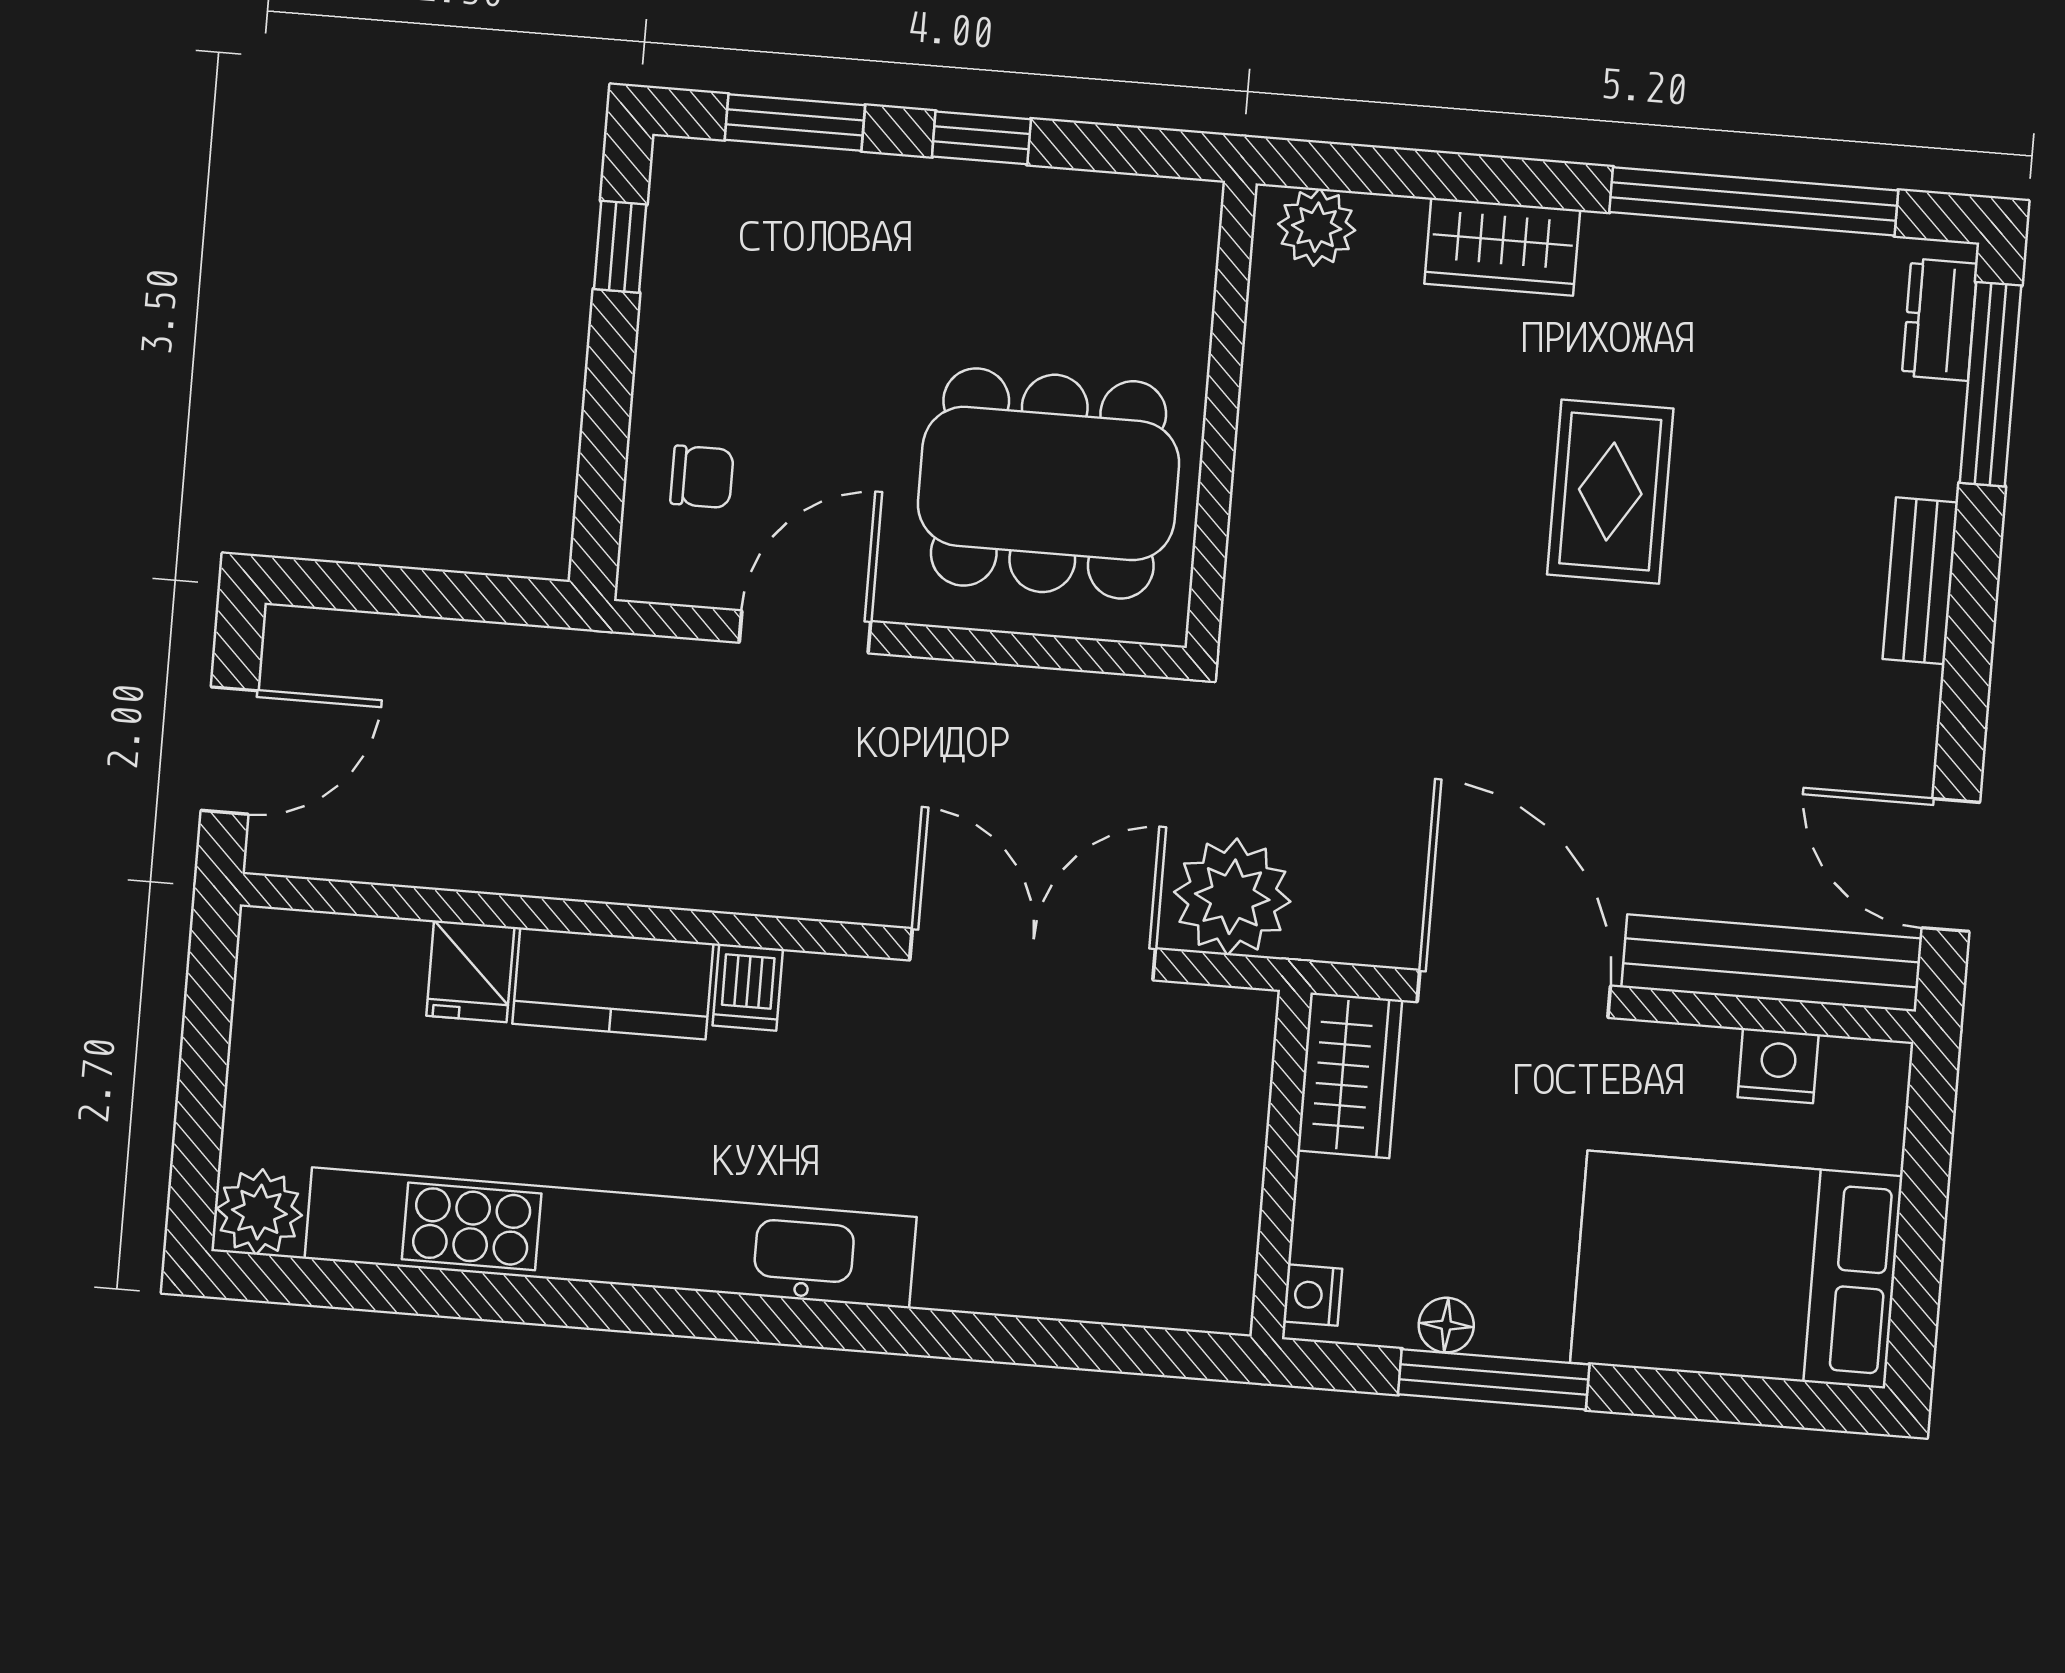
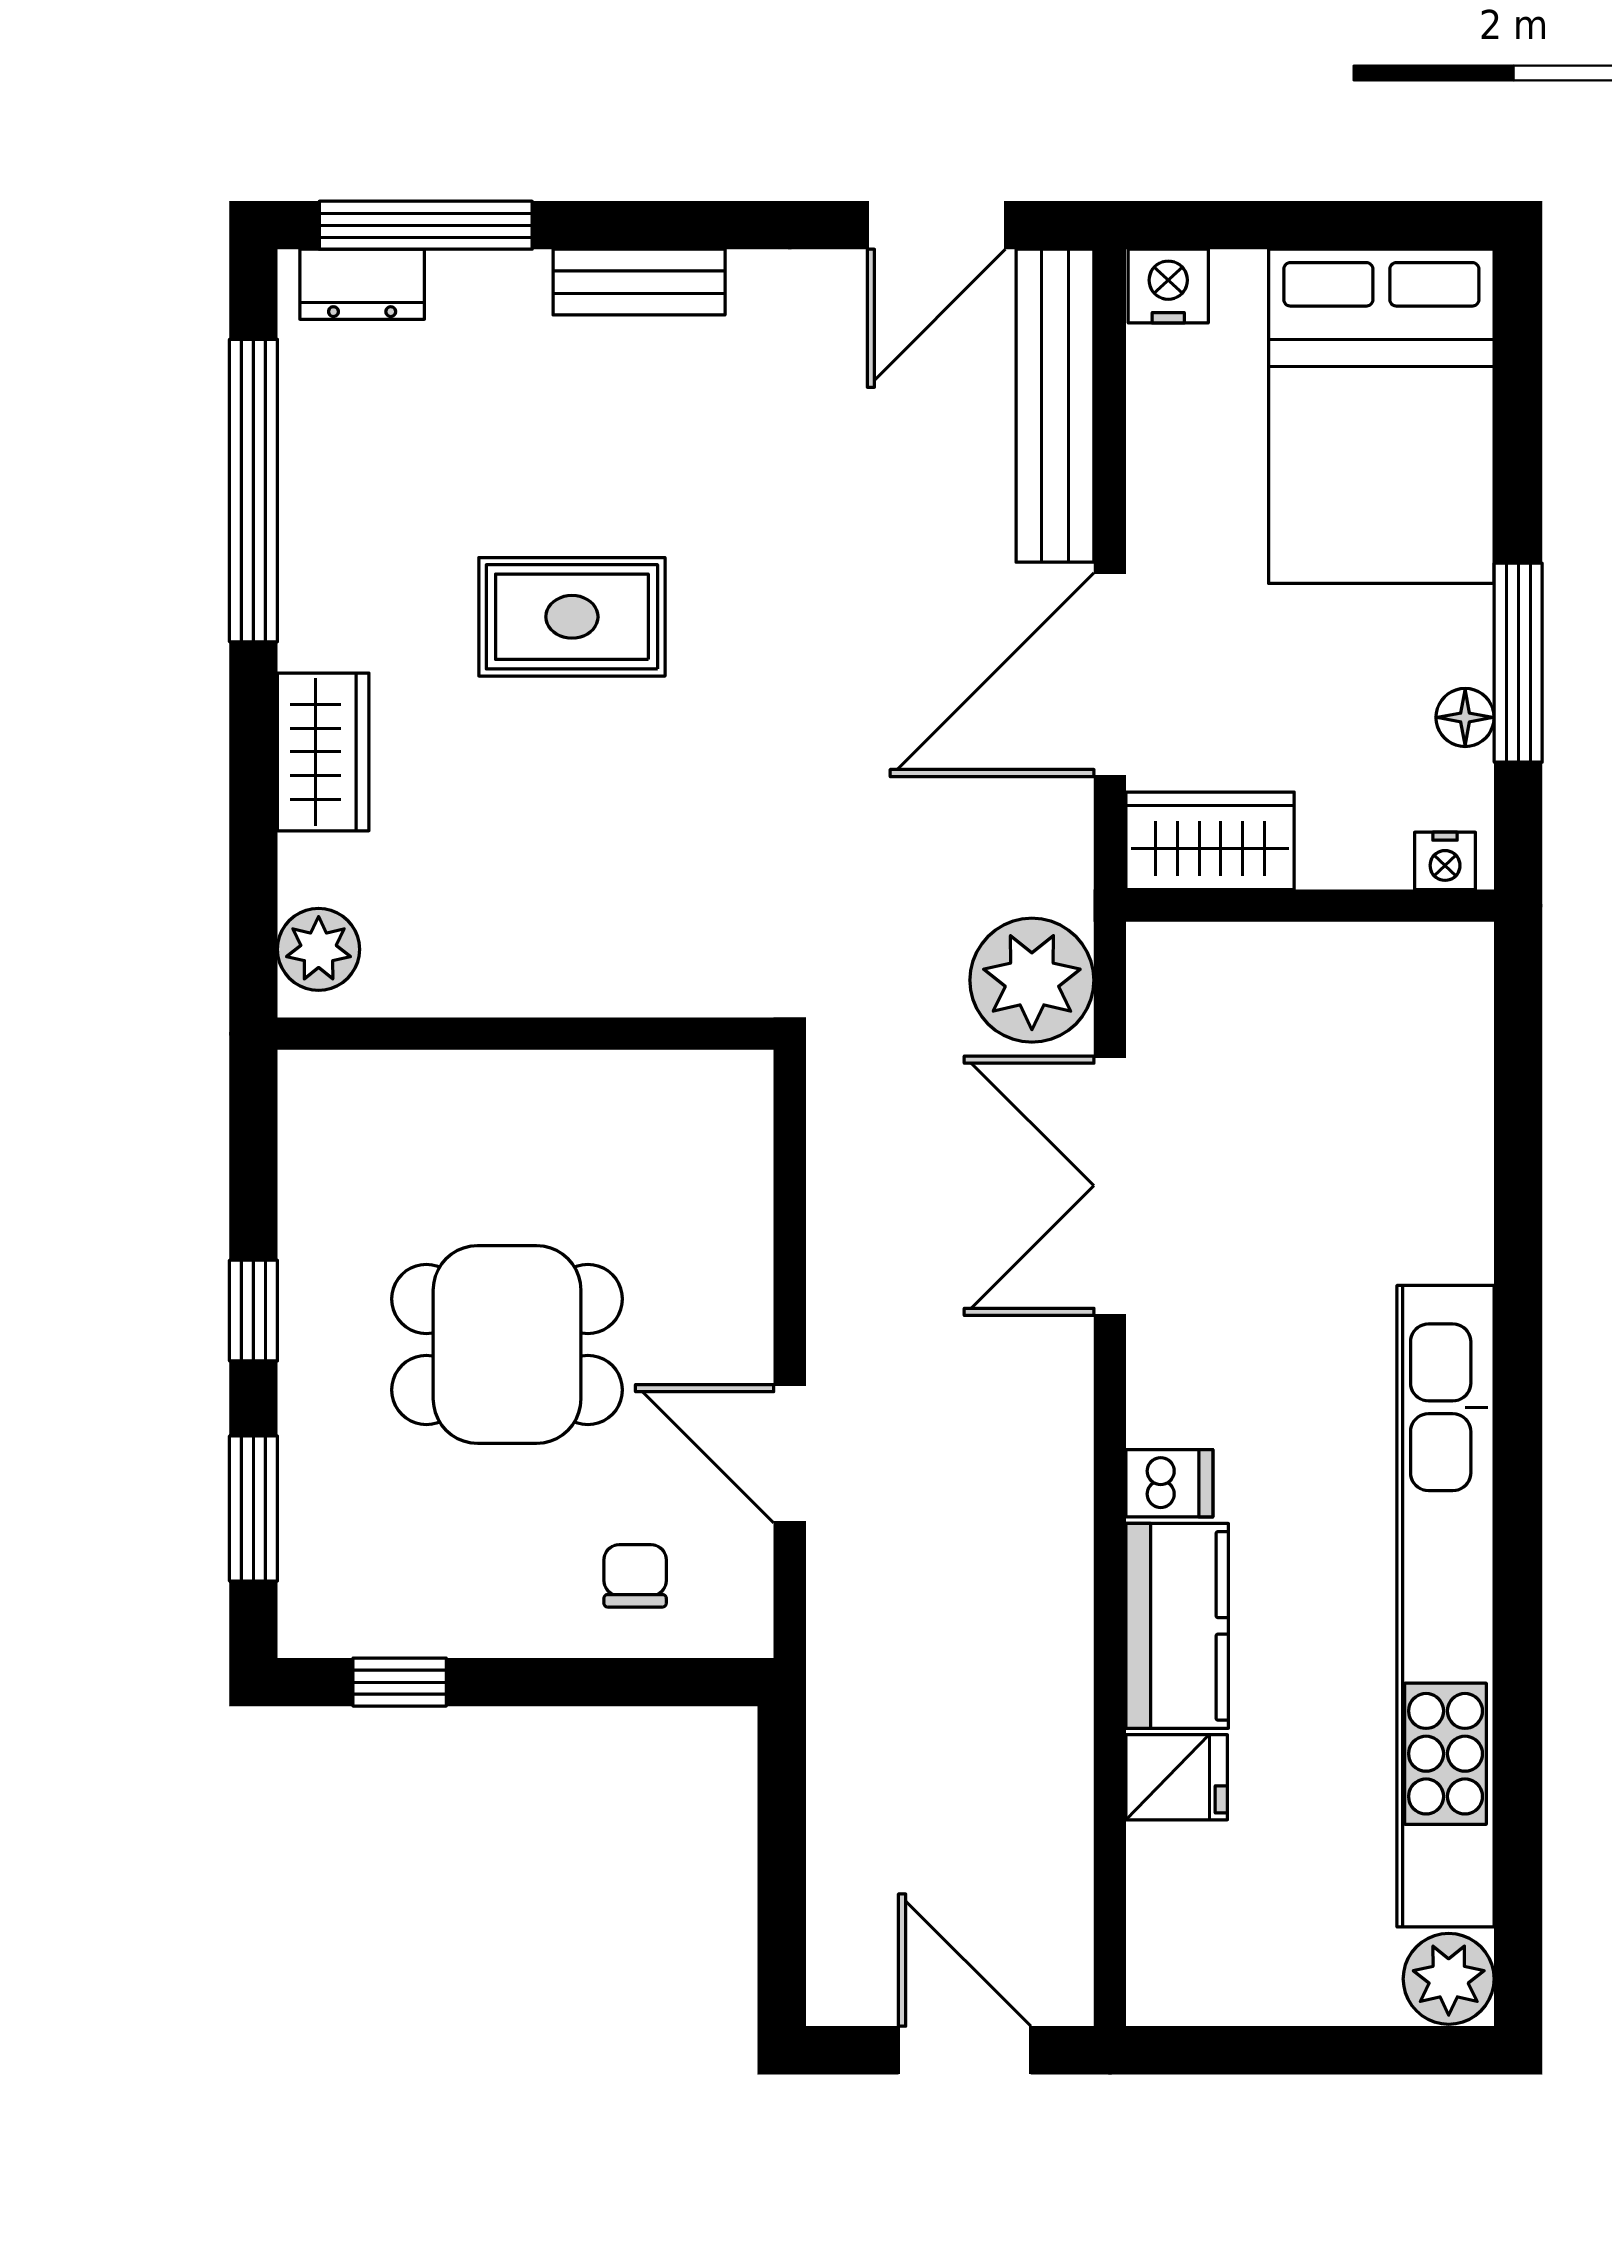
dining table: (1048, 483) -> (507, 1344), moved, width x0.73
nightstand: (1778, 1066) -> (1168, 286), moved, turned 90

